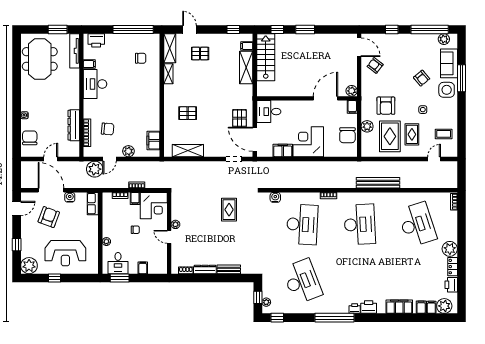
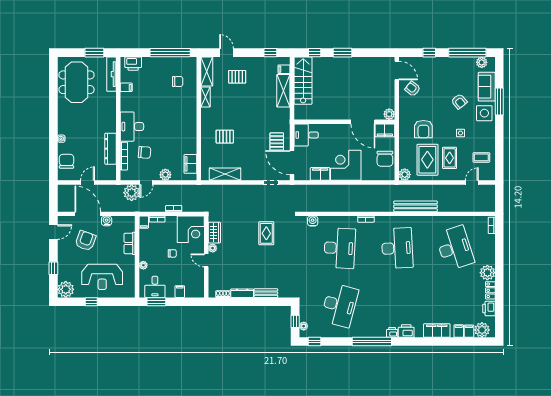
desk: (95, 84) -> (132, 127), moved
door: (325, 98) -> (363, 122), swing flipped
filing cabinet: (352, 107) -> (385, 130), width x2.00
plant: (367, 126) -> (405, 174), moved
filing cabinet: (135, 199) -> (144, 222), moved
row of seats: (93, 204) -> (130, 243), moved
wardrobe: (177, 209) -> (214, 233), added
desk: (302, 281) -> (340, 305), turned 36

